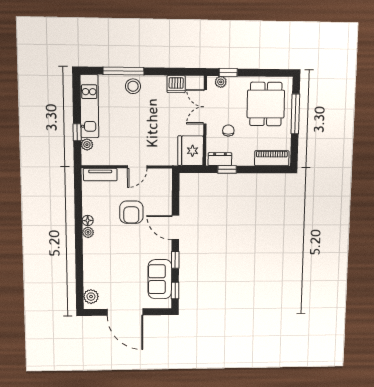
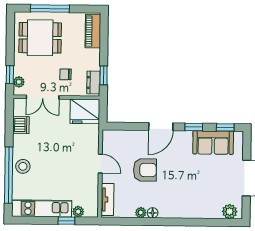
window: (124, 71) -> (9, 175), width x1.46
plant: (88, 232) -> (141, 213), moved

